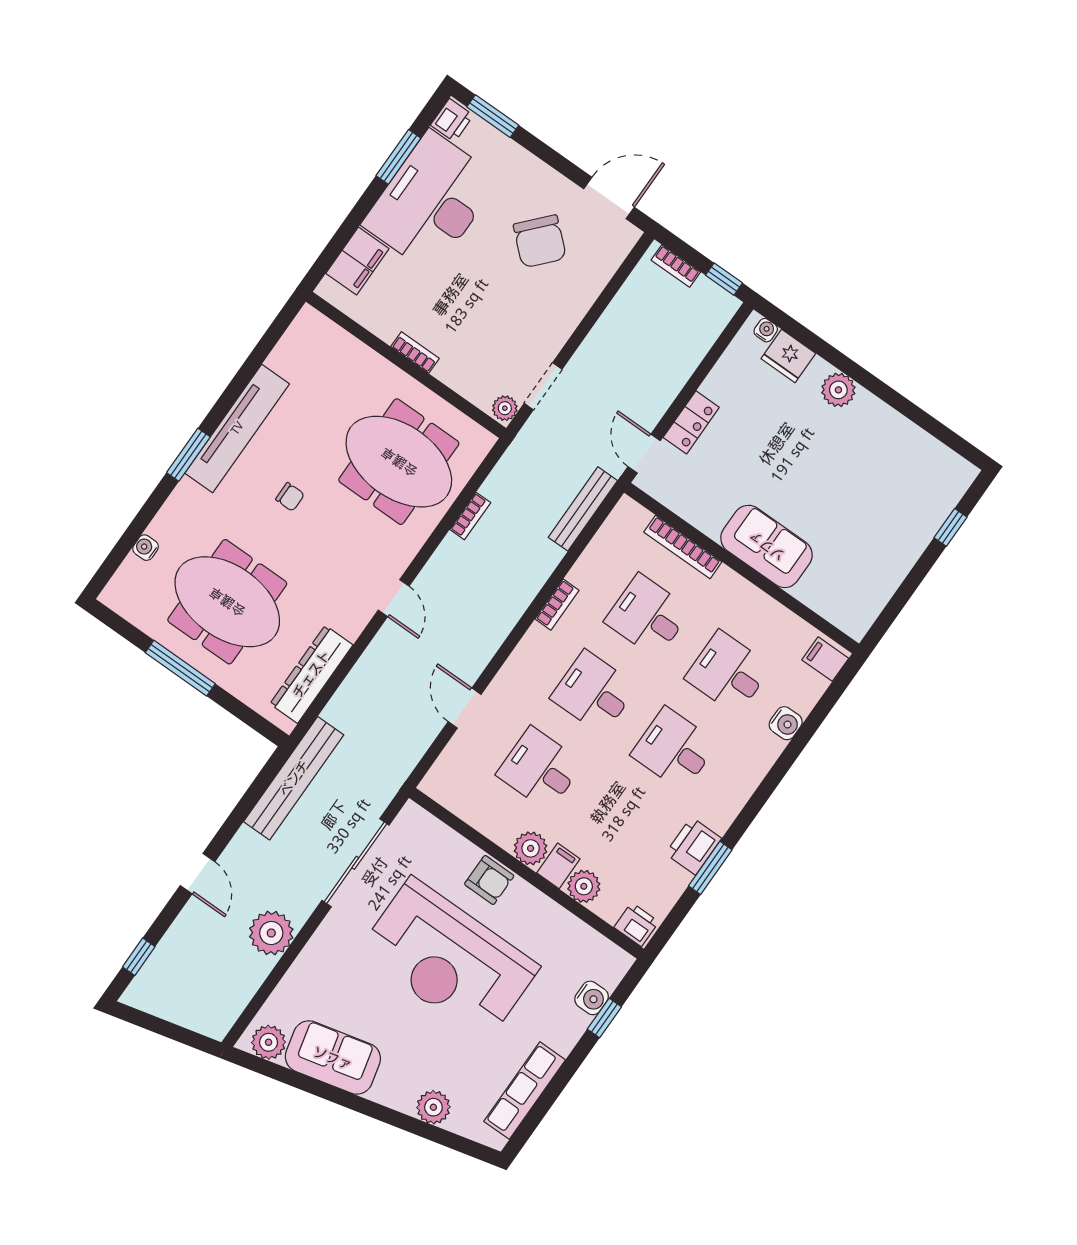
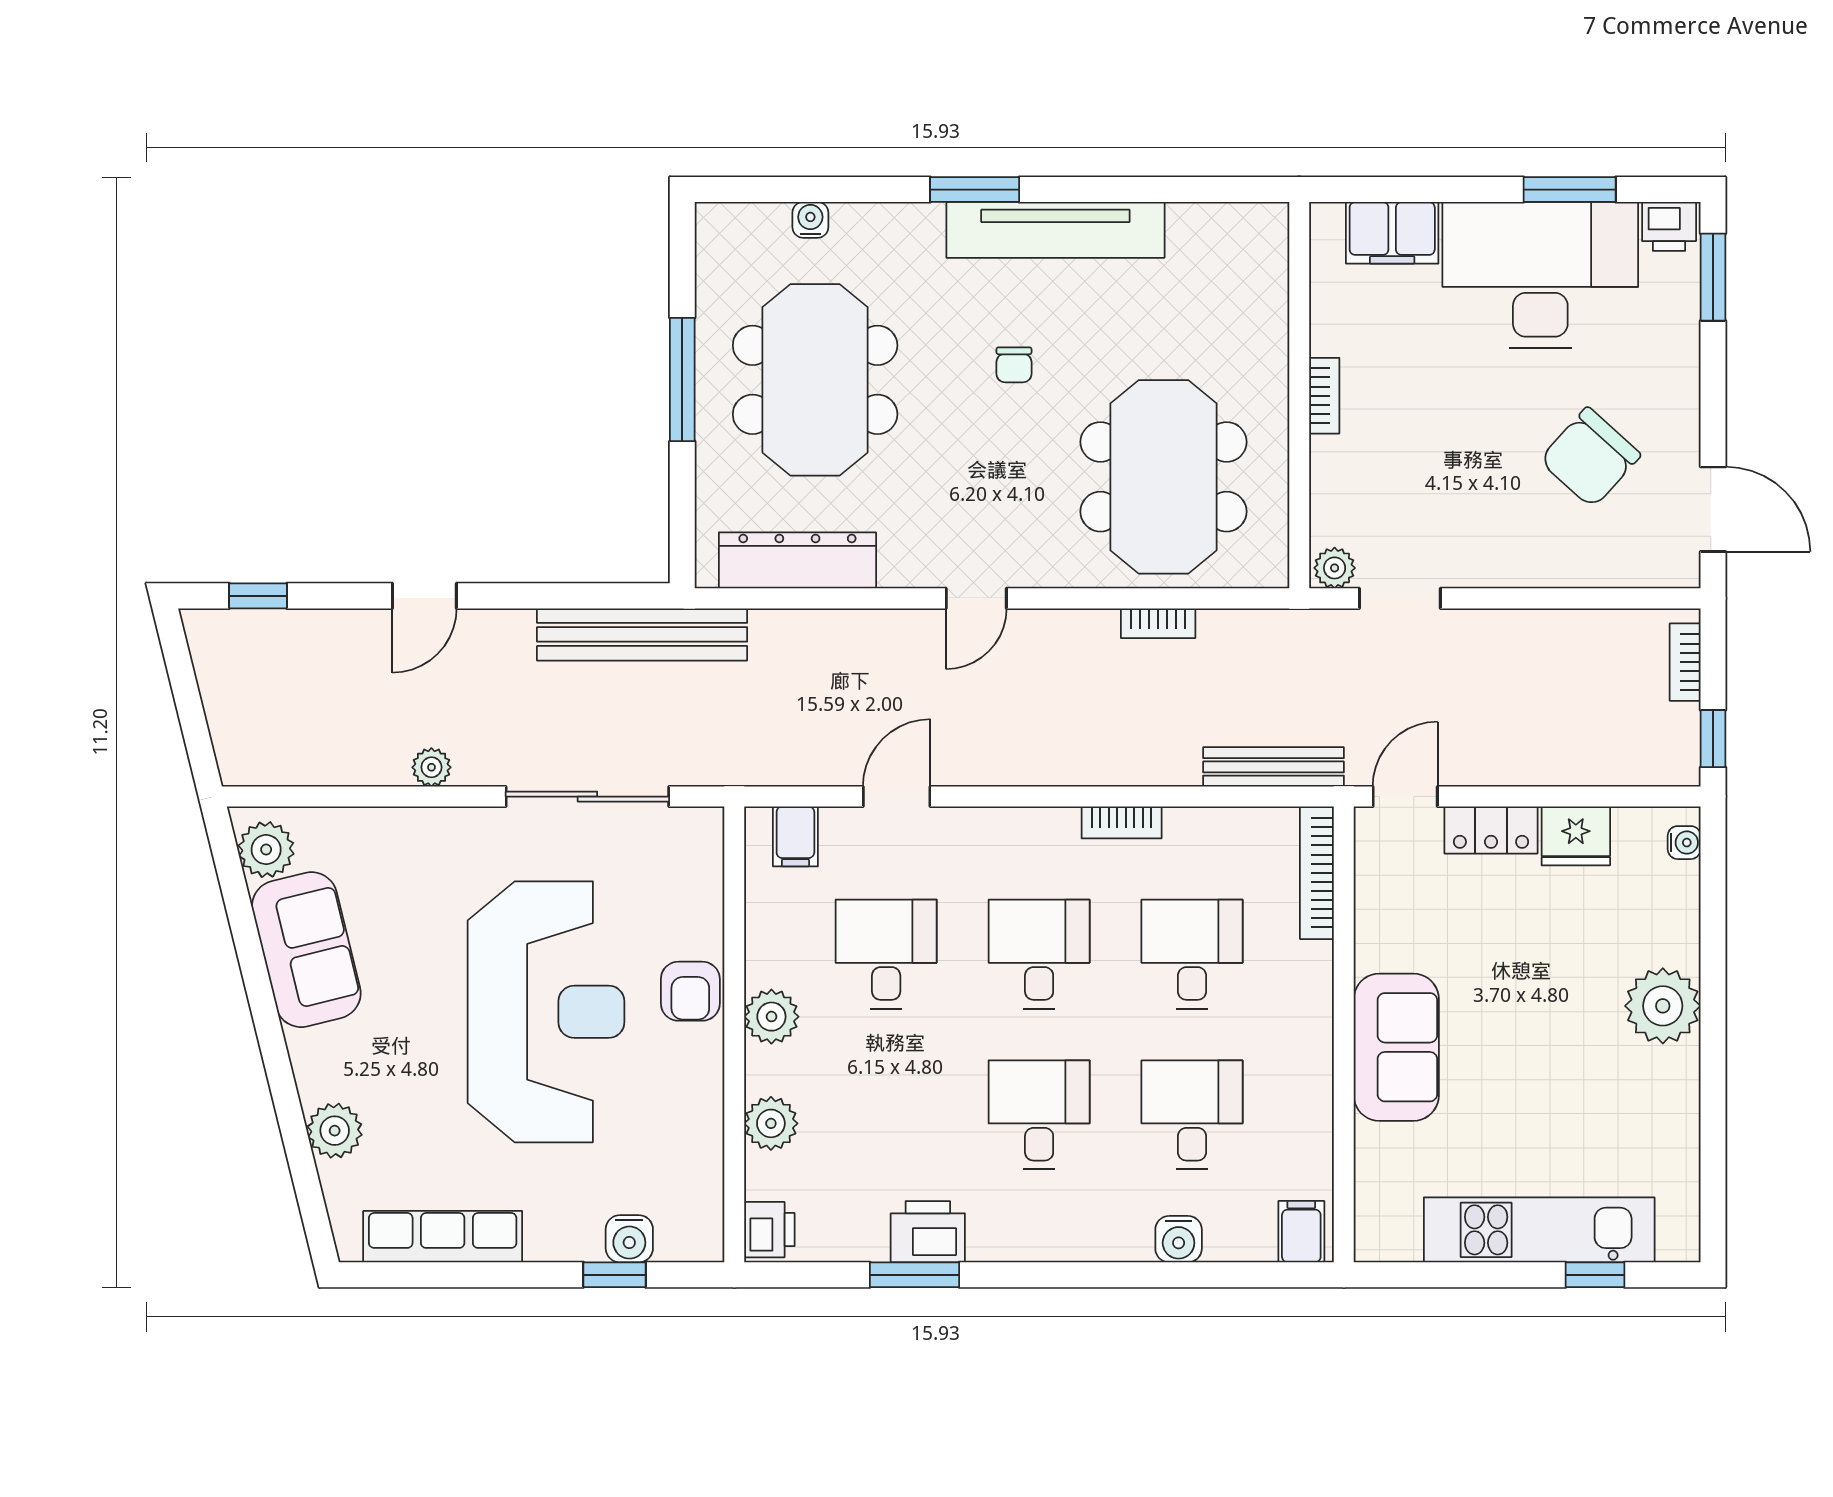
fridge: (788, 356) -> (1576, 836), moved, turned -90
plant: (838, 390) -> (1663, 1006), width x1.36, depth x1.36
kitchen unit: (908, 539) -> (1539, 1230), added
bookcase: (683, 547) -> (1317, 873), moved
filing cabinet: (558, 866) -> (795, 836), moved, turned 90
plant: (271, 933) -> (431, 767), width x0.53, depth x0.53
reception desk: (449, 960) -> (546, 1012), turned 180

